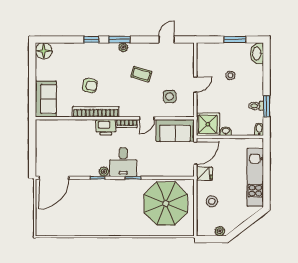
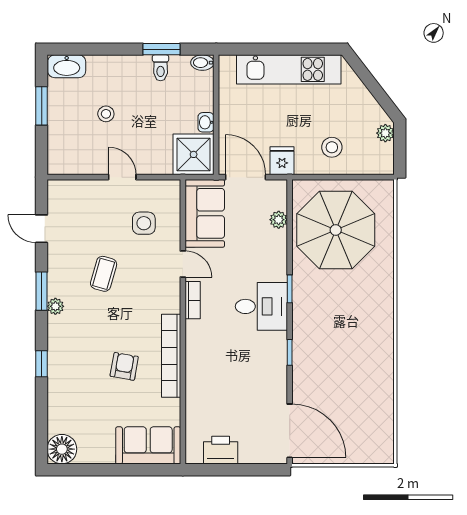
window: (119, 40) -> (42, 291), moved
printer: (106, 127) -> (221, 450), moved, turned -90
plant: (104, 172) -> (279, 220), moved

